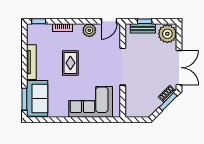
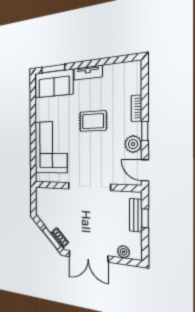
window: (39, 21) -> (145, 131), moved
plant: (167, 34) -> (124, 252), width x0.53, depth x0.53
tv unit: (31, 62) -> (88, 73), width x0.71

